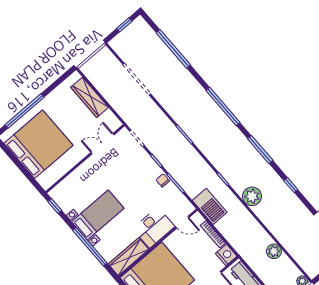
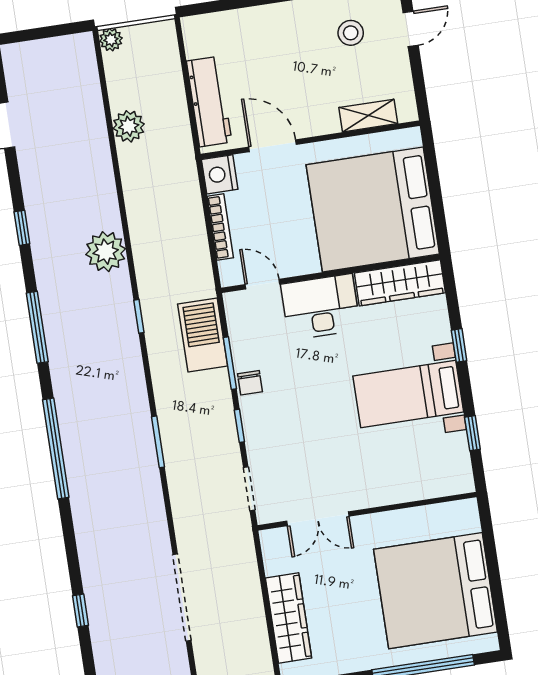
window: (173, 49) -> (81, 611), width x0.32
window: (55, 206) -> (472, 433), moved
barbecue: (210, 206) -> (203, 335), moved
window: (90, 247) -> (459, 345), width x0.32

